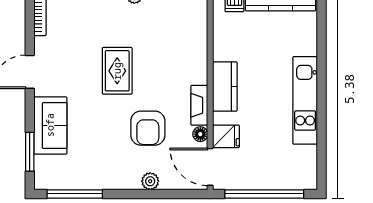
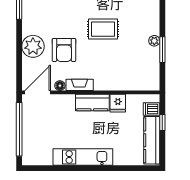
armchair: (148, 128) -> (64, 50), turned -90
fridge: (226, 136) -> (118, 103), moved
plant: (150, 181) -> (33, 46), width x1.88, depth x1.88

